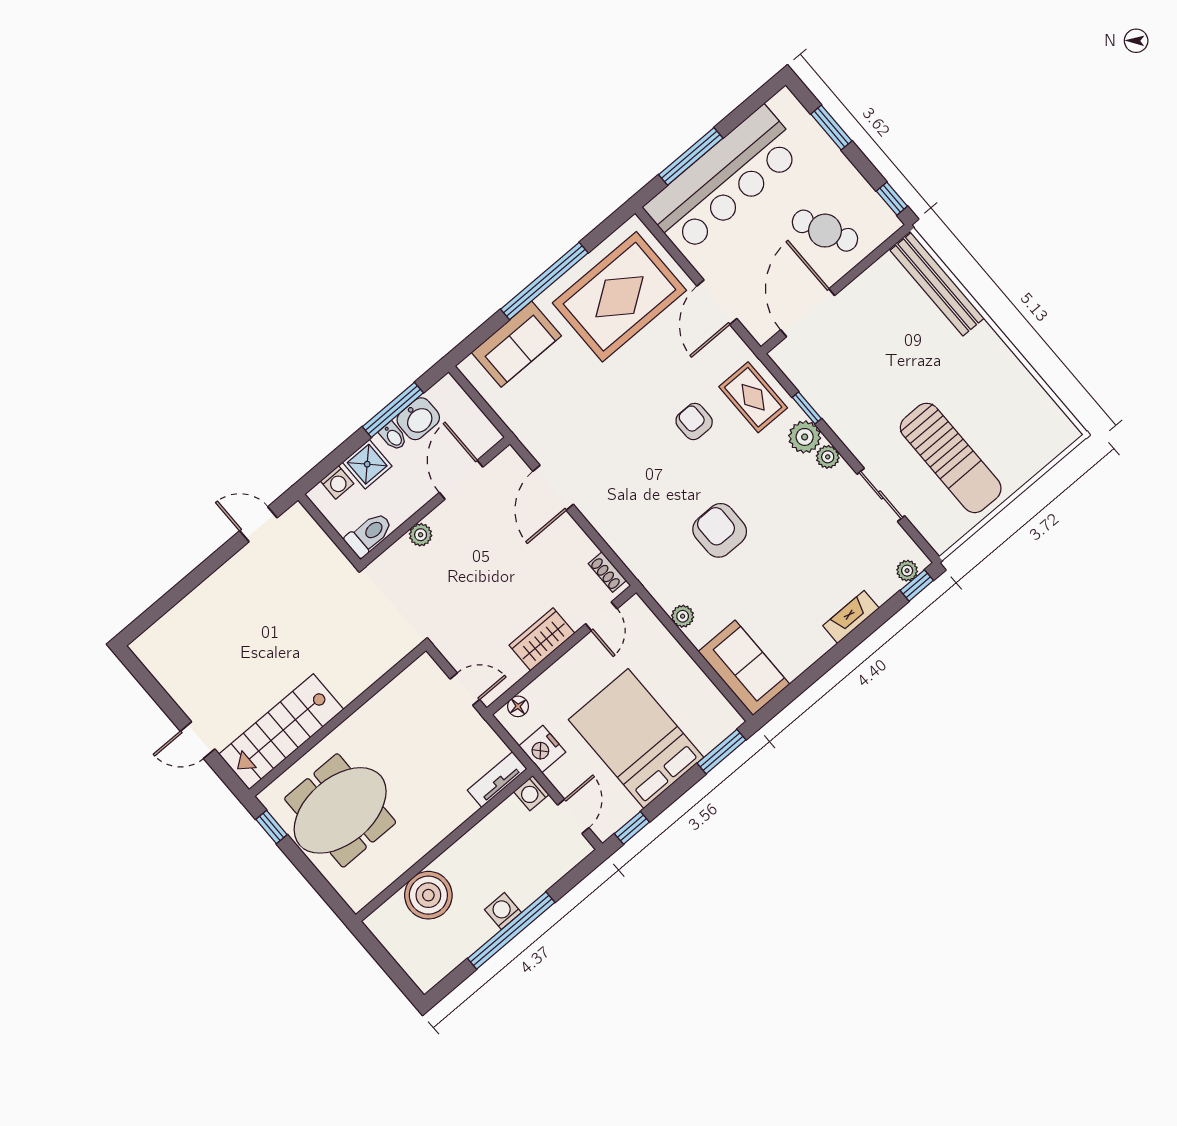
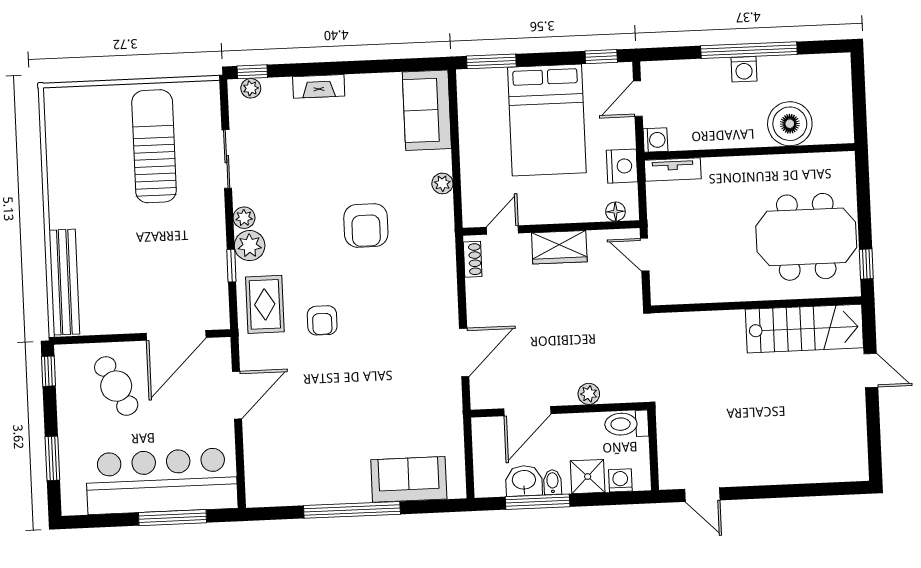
rug: (619, 297) -> (306, 455), removed

